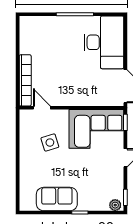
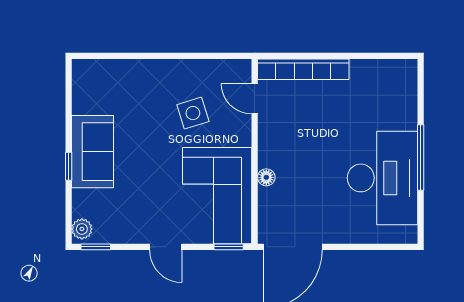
desk: (104, 42) -> (383, 178), moved, turned -90
floor lamp: (86, 101) -> (266, 177), added
door: (42, 108) -> (255, 99), swing flipped
sofa: (57, 199) -> (93, 152), moved

